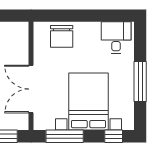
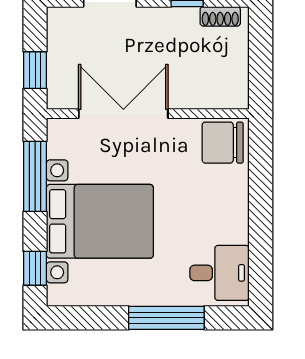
chair: (62, 36) -> (223, 143), moved
window: (140, 81) -> (166, 318), moved

